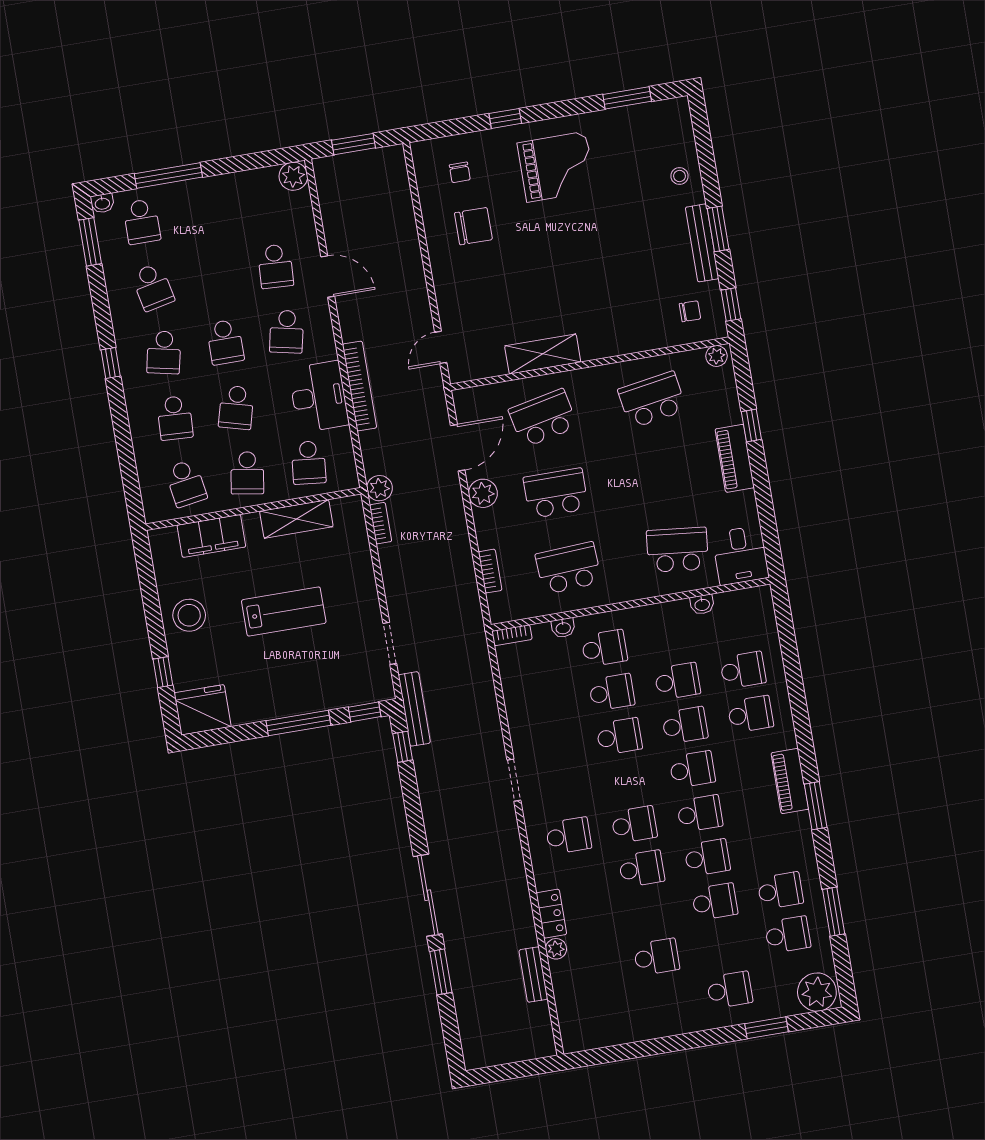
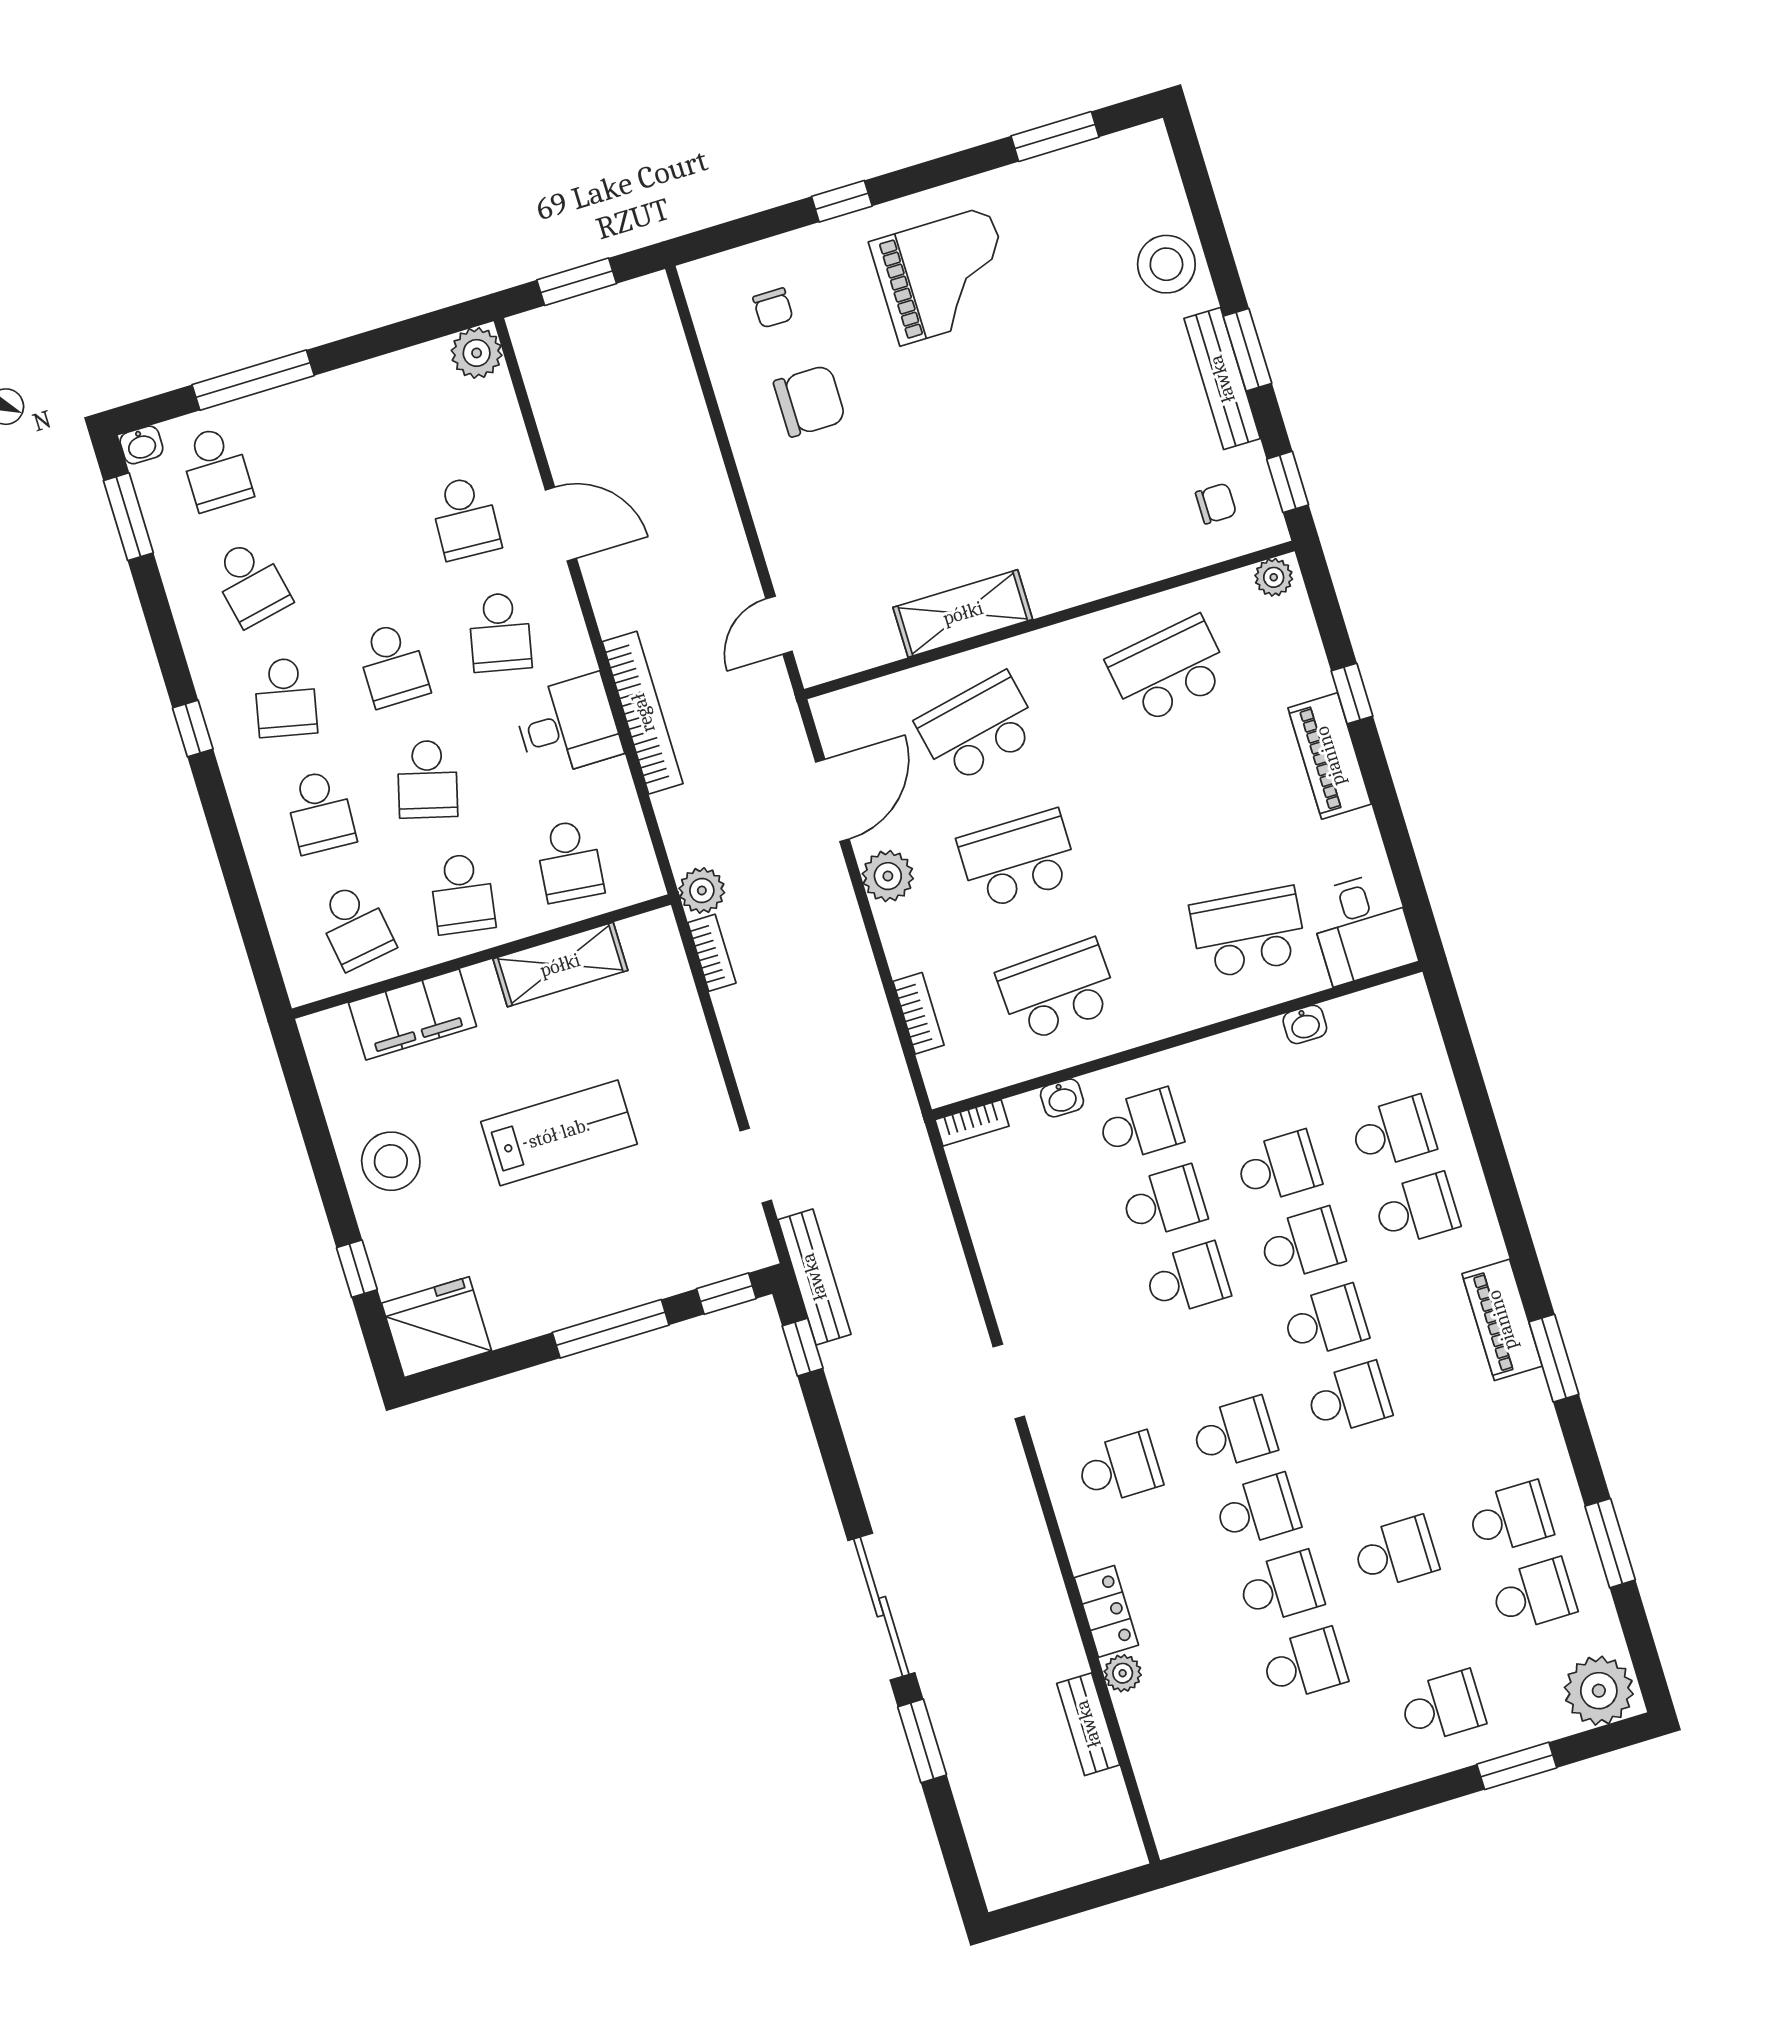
stool: (679, 176) -> (1166, 264), width x1.89, depth x1.89
desk: (319, 397) -> (568, 726), width x0.73
school desk: (707, 858) -> (1281, 1587), moved

